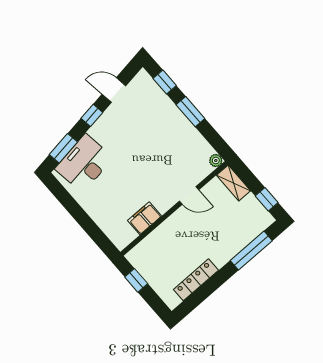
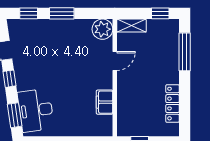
plant: (216, 161) -> (102, 29), width x1.88, depth x1.88

